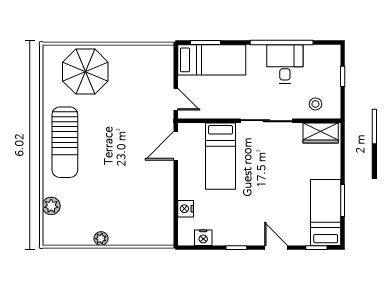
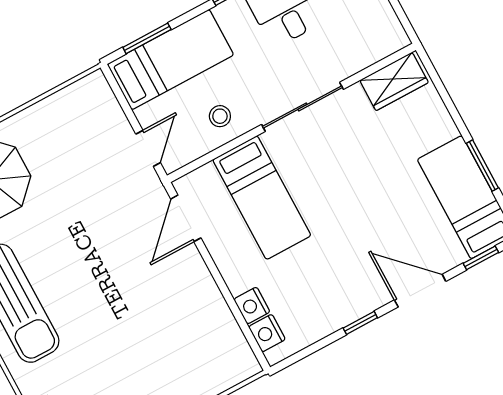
door: (176, 99) -> (148, 148), hinge flipped
stool: (315, 104) -> (220, 116), moved
nightstand: (203, 238) -> (267, 333), moved, turned 90
door: (276, 248) -> (420, 291), width x1.38

